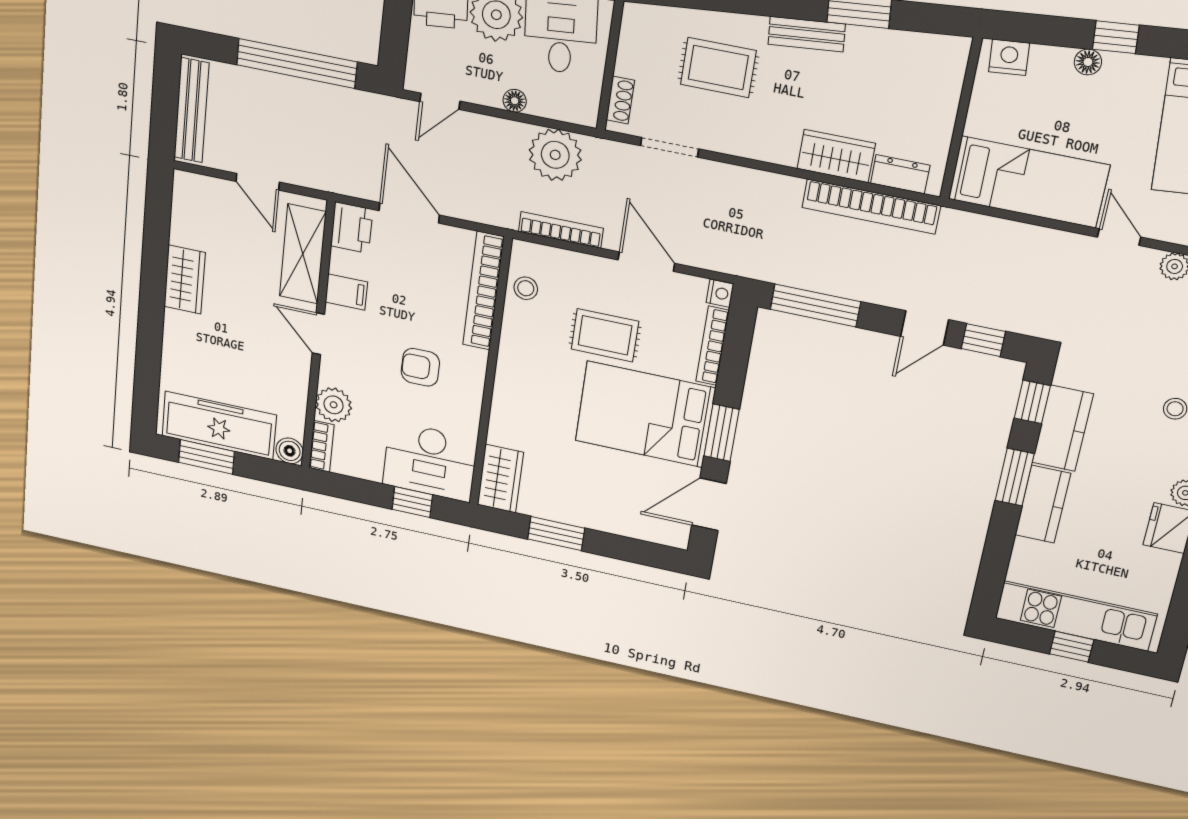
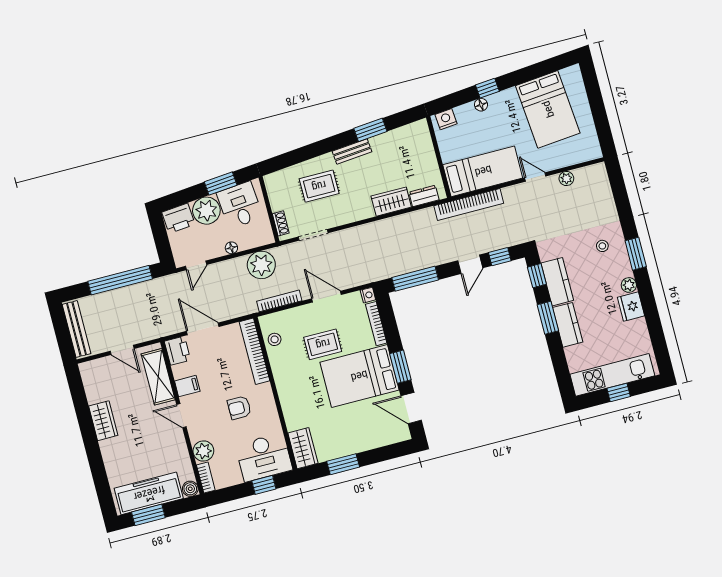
bookcase: (871, 207) -> (469, 205), moved
door: (709, 504) -> (411, 408), hinge flipped

